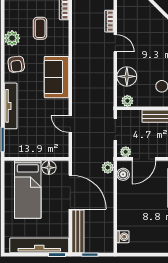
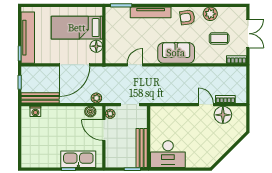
door: (115, 43) -> (206, 105), swing flipped
floor lamp: (127, 76) -> (223, 115), moved
plant: (127, 101) -> (155, 115), removed
bench: (78, 231) -> (40, 98), moved

